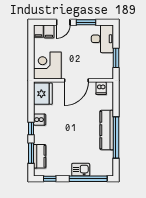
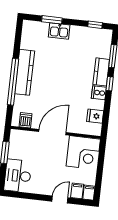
window: (86, 22) -> (34, 197), removed
fridge: (43, 94) -> (95, 116), width x0.53, depth x0.75
window: (116, 137) -> (13, 82), moved
kitchen counter: (40, 156) -> (101, 72), moved
window: (88, 179) -> (52, 20), width x0.47

